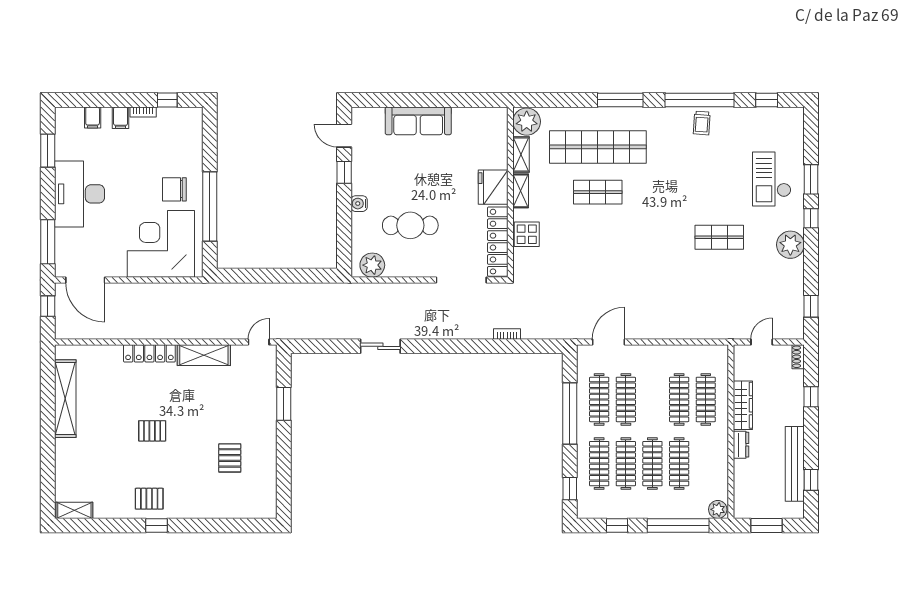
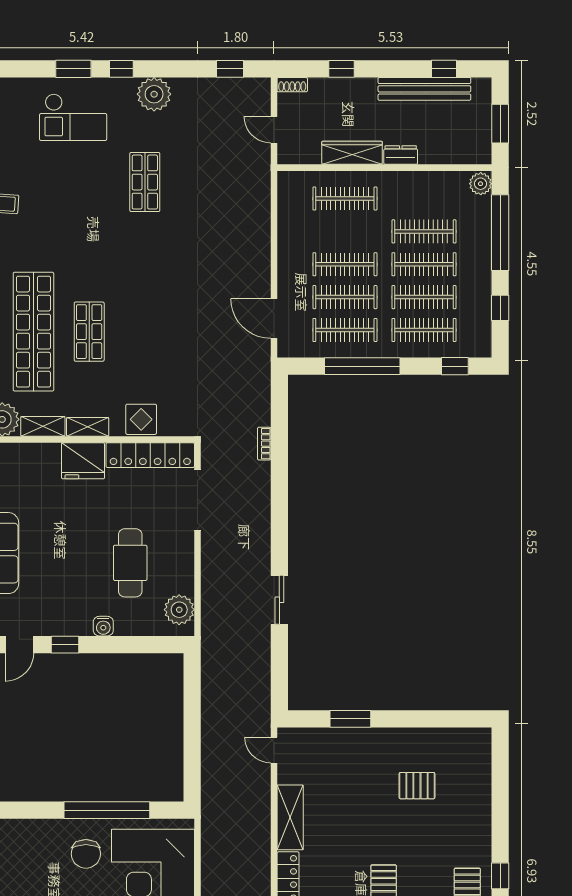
clothes rail: (679, 399) -> (345, 264), moved

